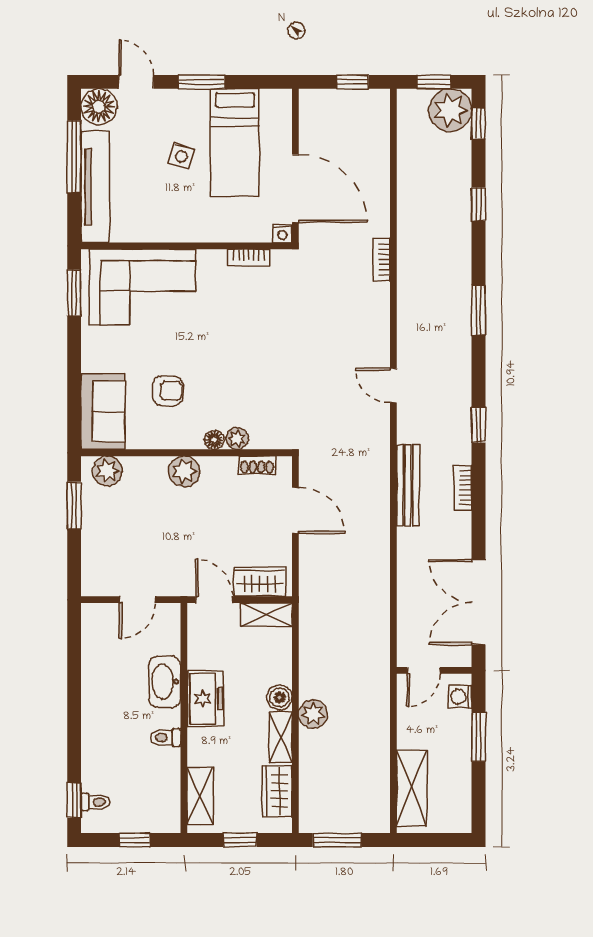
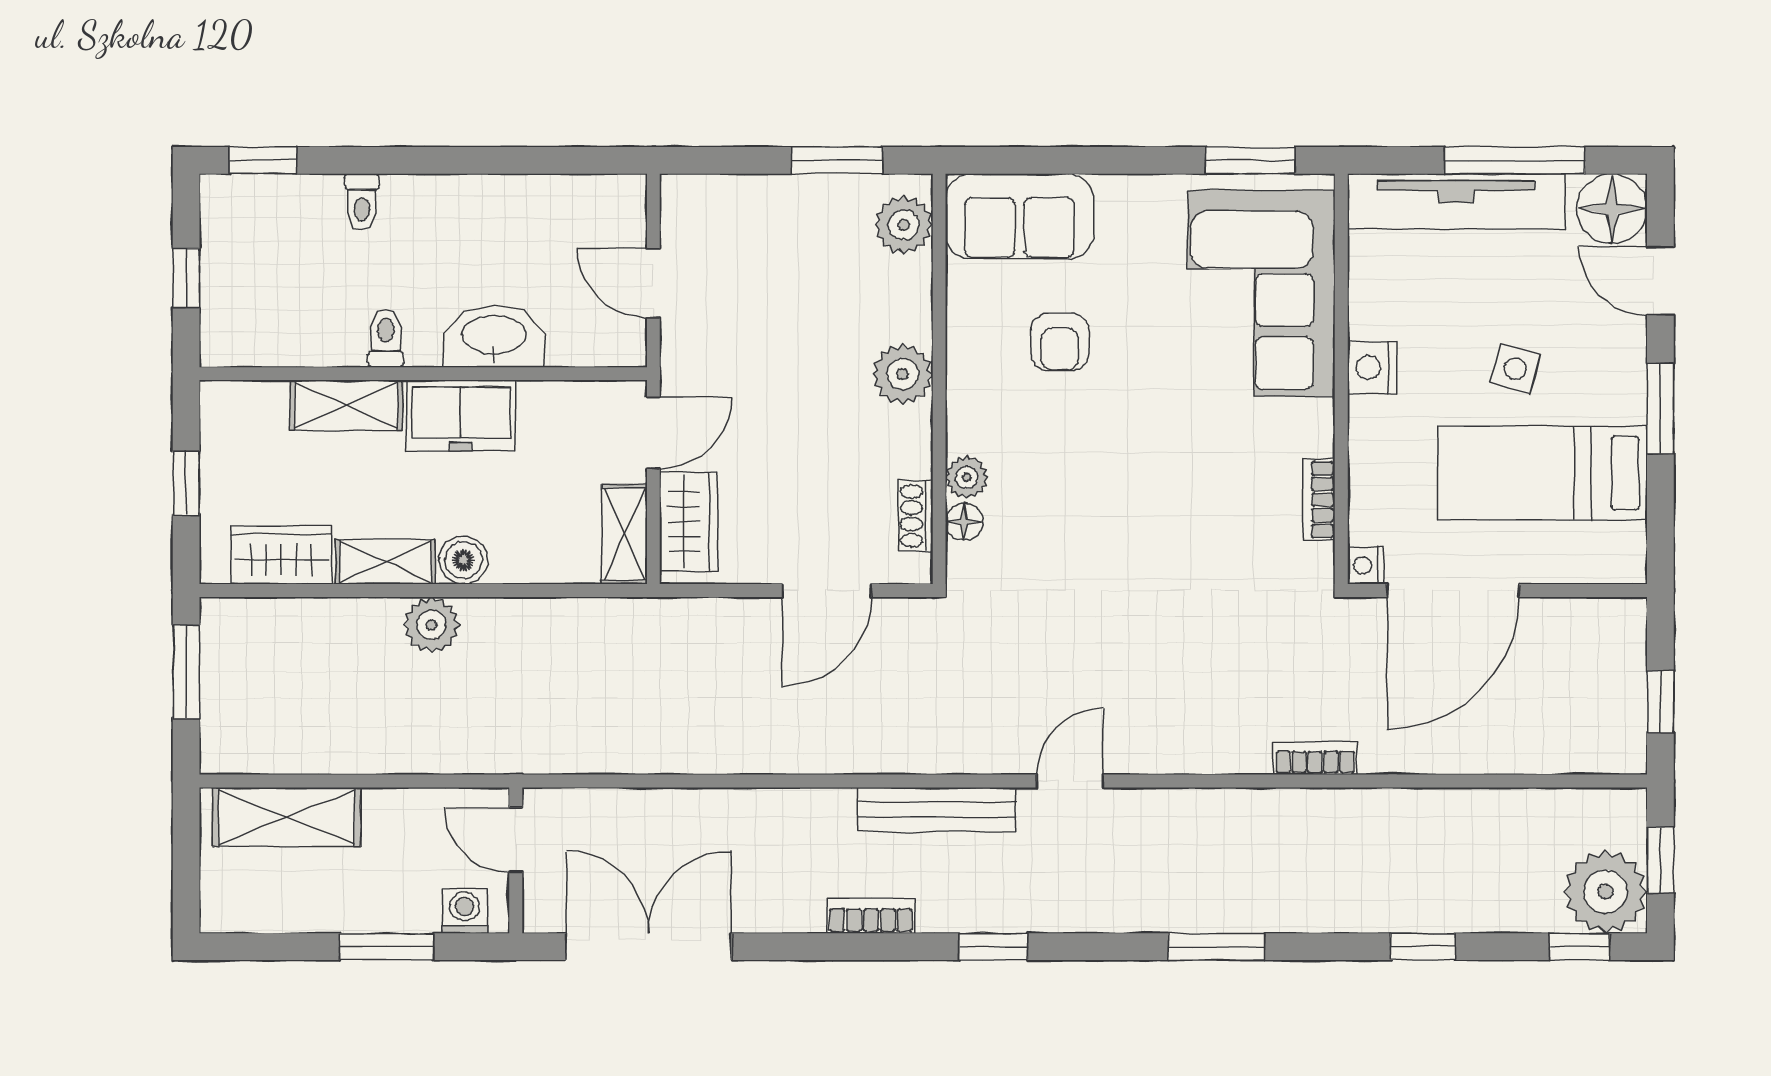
door: (136, 82) -> (1660, 281), swing flipped
nightstand: (181, 230) -> (1372, 368), added
floor lamp: (214, 440) -> (964, 522), moved
bench: (408, 485) -> (937, 810), moved
shelving: (200, 796) -> (346, 405), moved
toilet: (95, 802) -> (362, 202), moved

